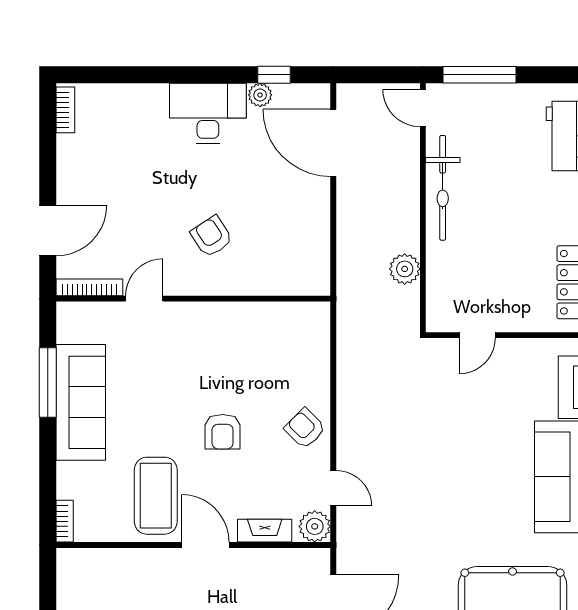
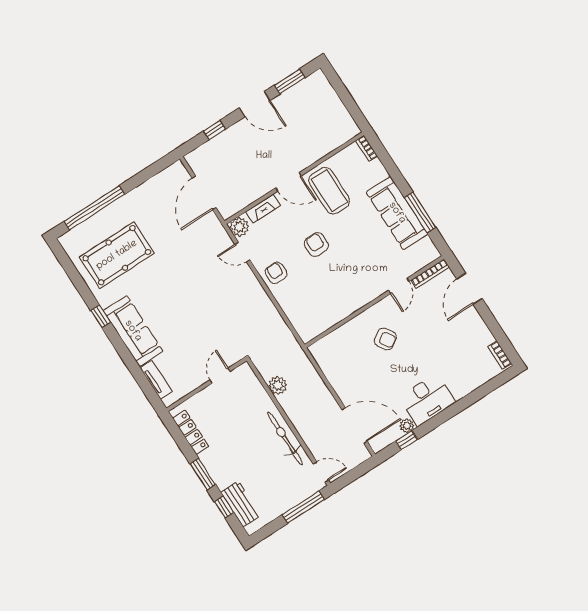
armchair: (305, 428) -> (276, 273), turned -135

